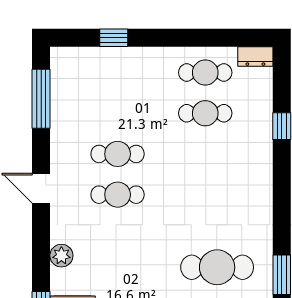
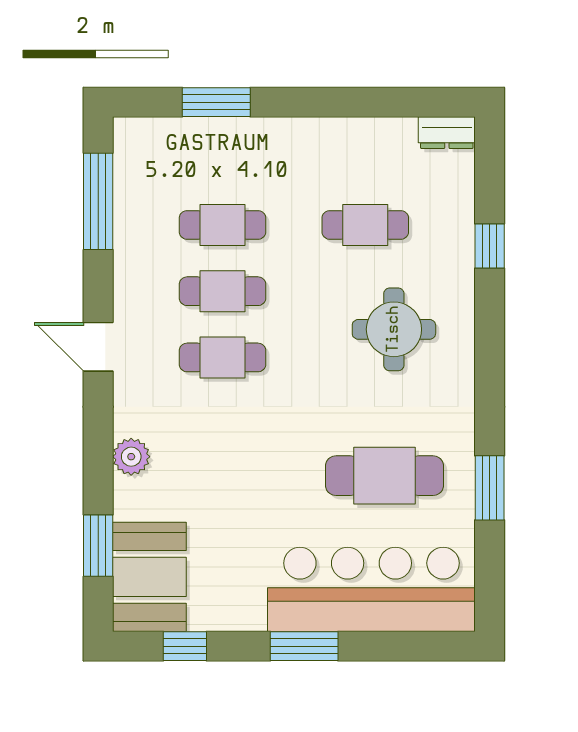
window: (114, 38) -> (216, 102), width x1.50
cafe table: (205, 73) -> (223, 225), moved
round table: (223, 177) -> (394, 329), added

